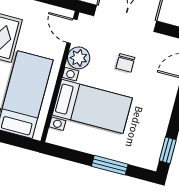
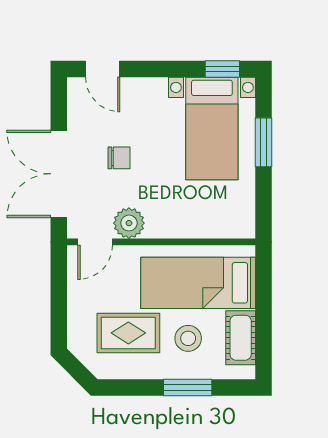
bed with nightstands: (92, 106) -> (212, 128), moved, turned 180

